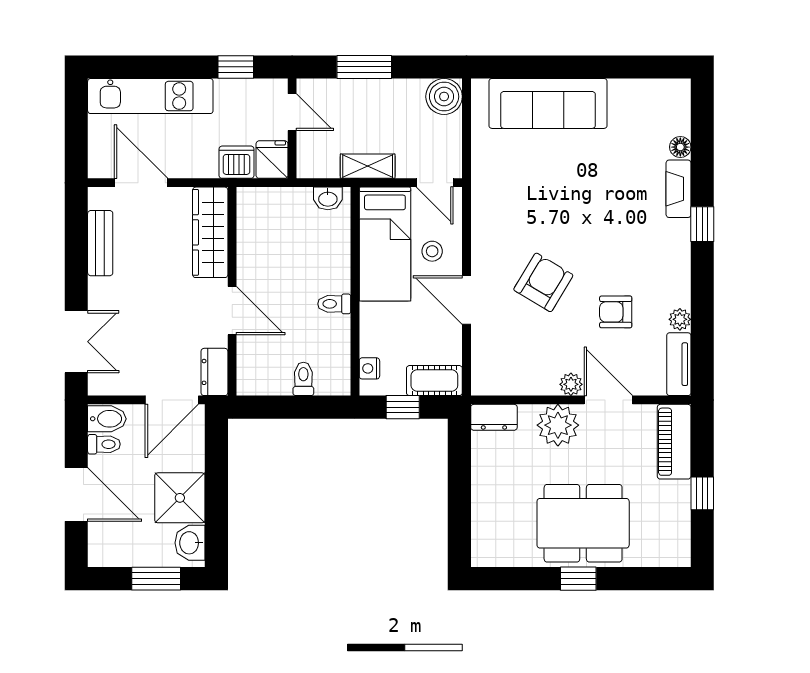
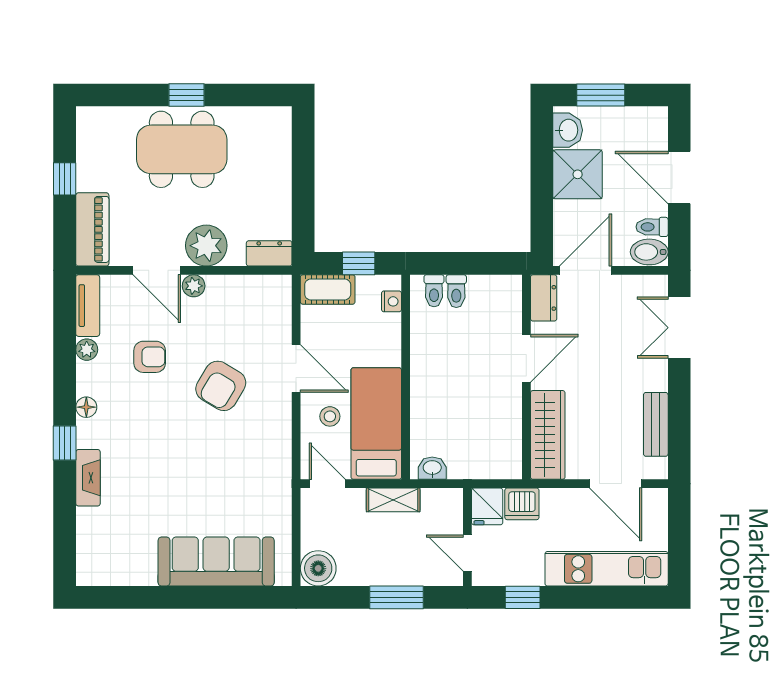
floor lamp: (680, 147) -> (86, 407), moved
toilet: (334, 304) -> (434, 291), moved, turned 90
door: (232, 311) -> (526, 358), swing flipped

